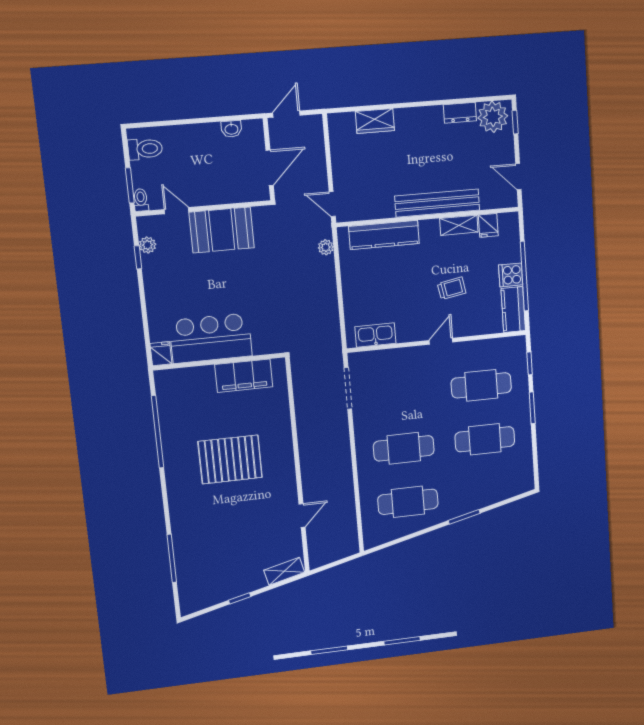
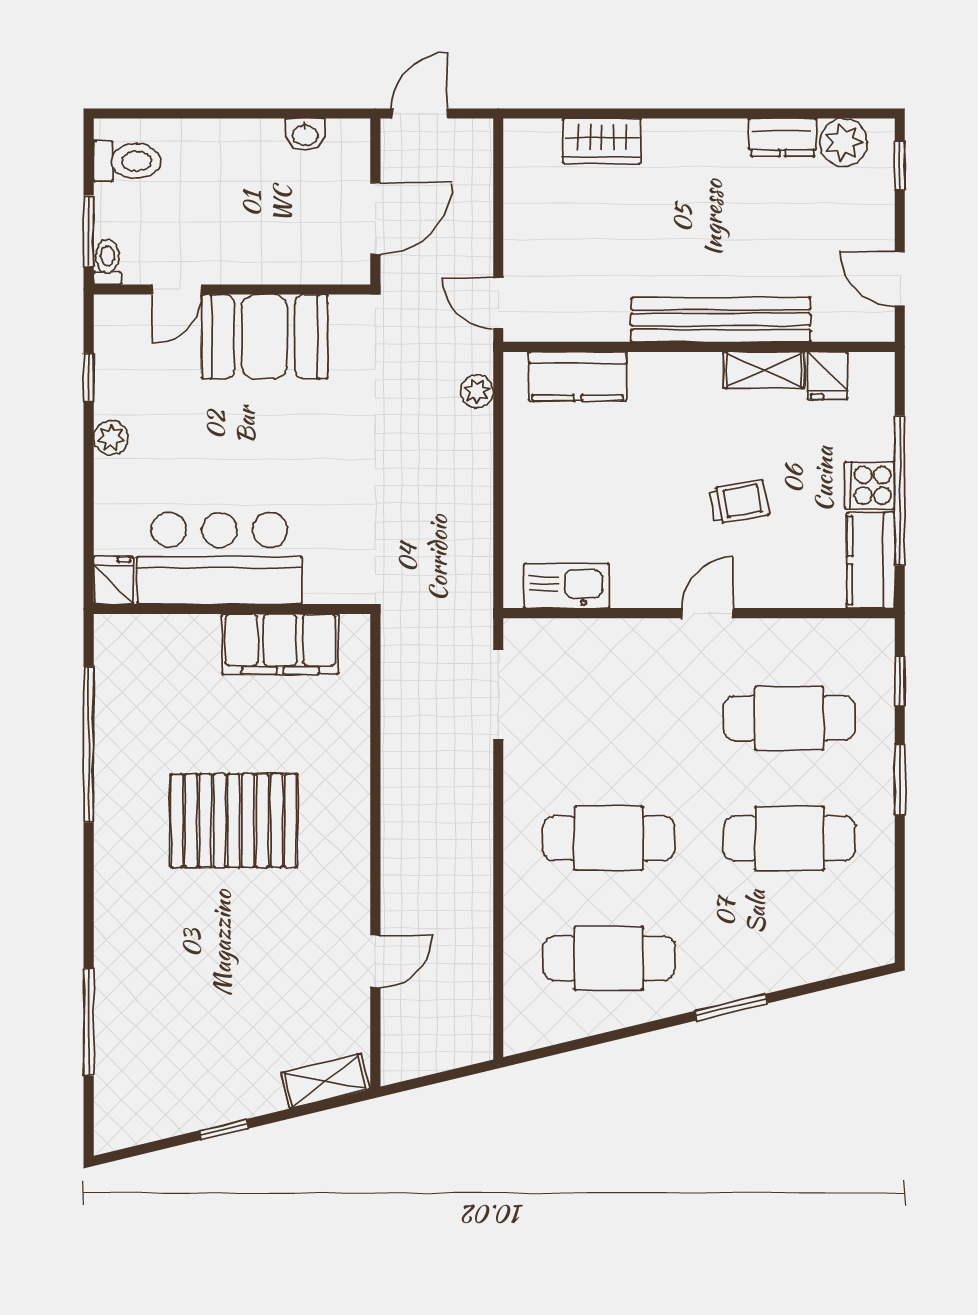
plant: (493, 117) -> (844, 142), width x0.73, depth x0.73
door: (177, 211) -> (177, 290), swing flipped
kitchen counter: (384, 235) -> (578, 376), width x0.67
plant: (148, 245) -> (111, 438), moved

